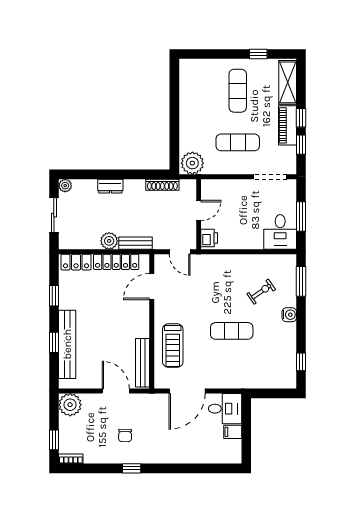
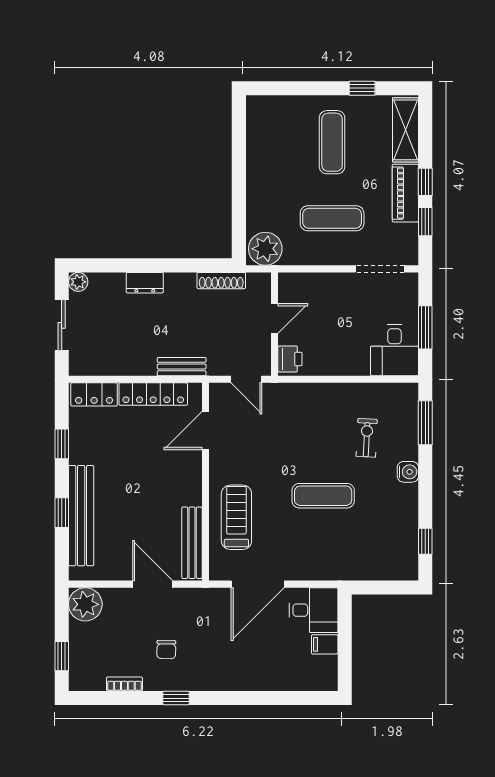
plant: (109, 241) -> (143, 363), removed
exercise bike: (261, 292) -> (367, 438), turned -52
treadmill: (173, 346) -> (236, 517), turned 180
bookcase: (71, 459) -> (124, 684), moved

